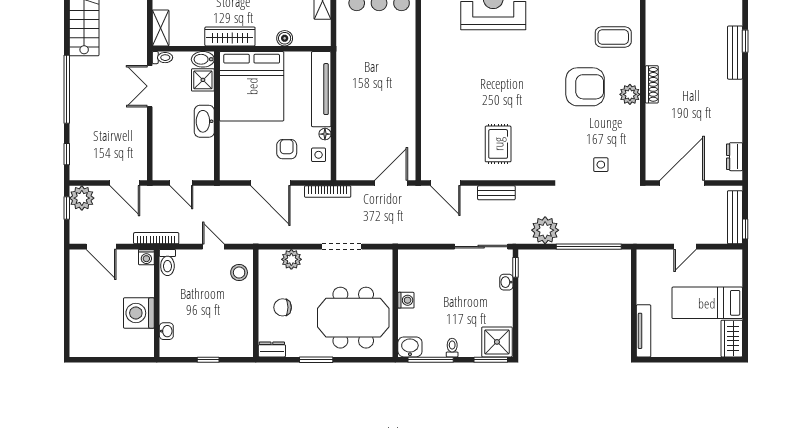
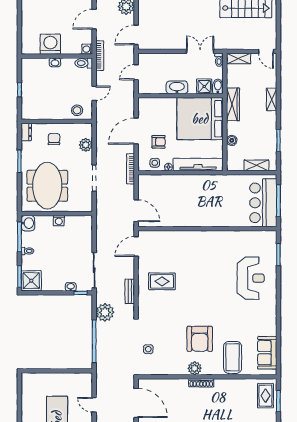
coffee table: (613, 37) -> (233, 357), width x1.36, depth x1.32
bench: (496, 193) -> (130, 291), moved
washbasin: (166, 331) -> (55, 62), moved
tv unit: (644, 331) -> (39, 377), removed

